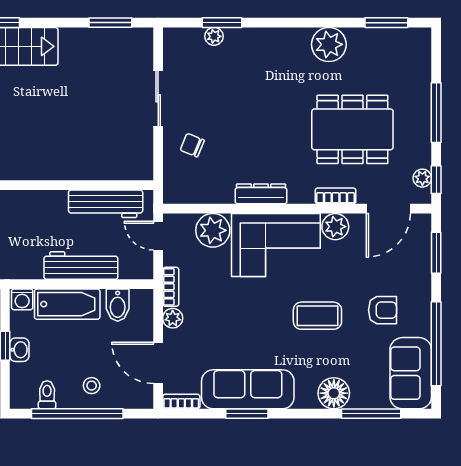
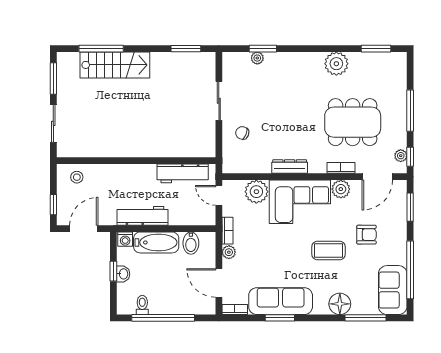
workbench: (81, 266) -> (142, 216), moved
armchair: (382, 310) -> (366, 235), moved
stool: (92, 386) -> (173, 299), removed

